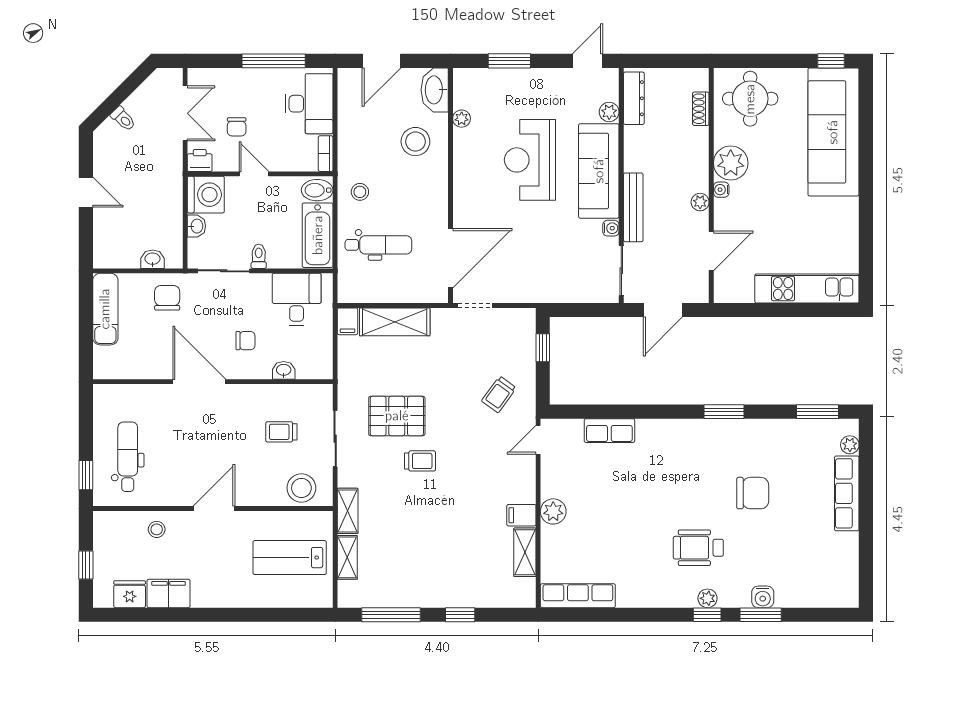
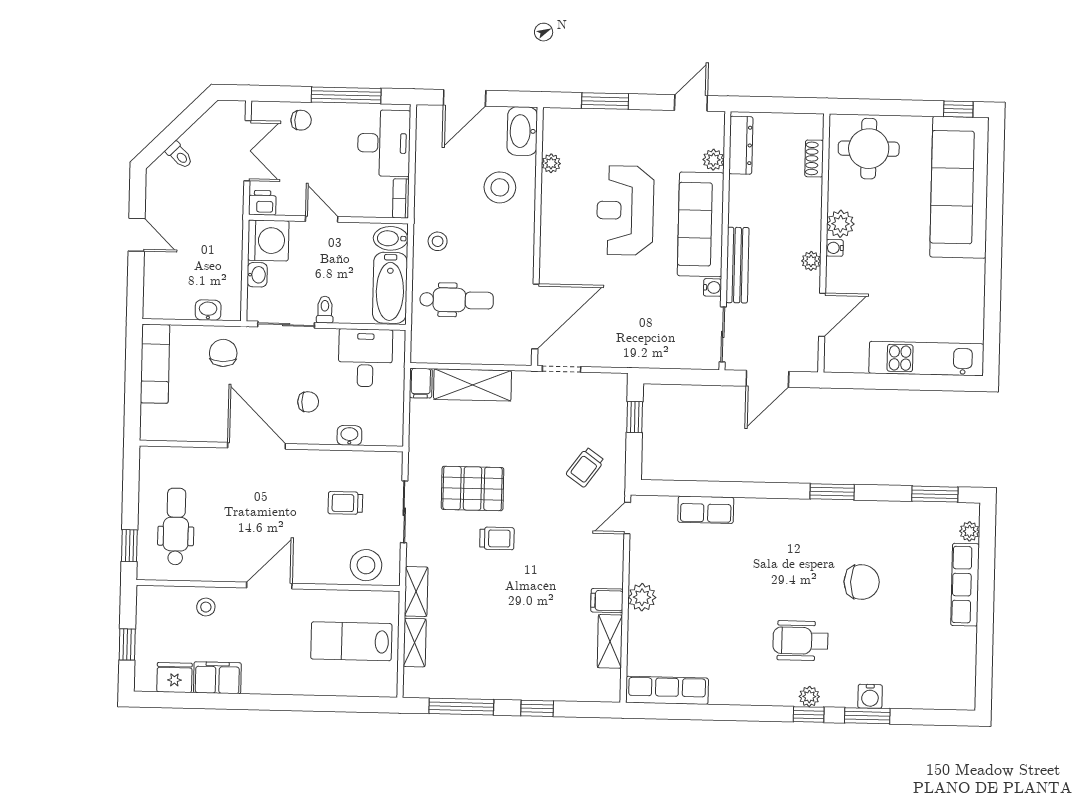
chair: (237, 127) -> (301, 120), moved, turned -90
plant: (731, 163) -> (841, 224), width x0.73, depth x0.73

